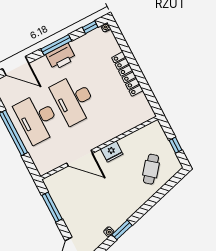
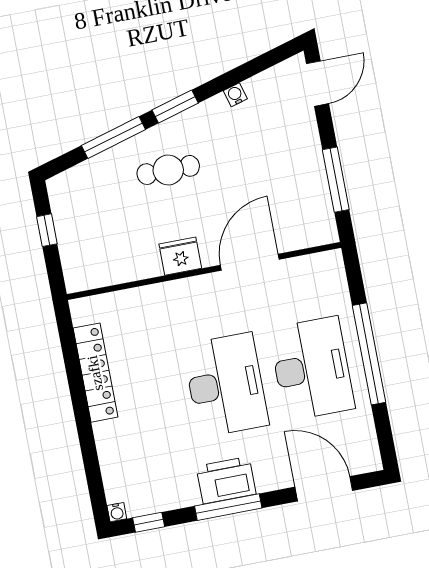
locker: (127, 74) -> (95, 373), moved
door: (80, 158) -> (250, 262), hinge flipped
cafe table: (151, 169) -> (168, 170), moved, turned 51
window: (158, 196) -> (113, 137), added
window: (122, 230) -> (175, 107), moved

